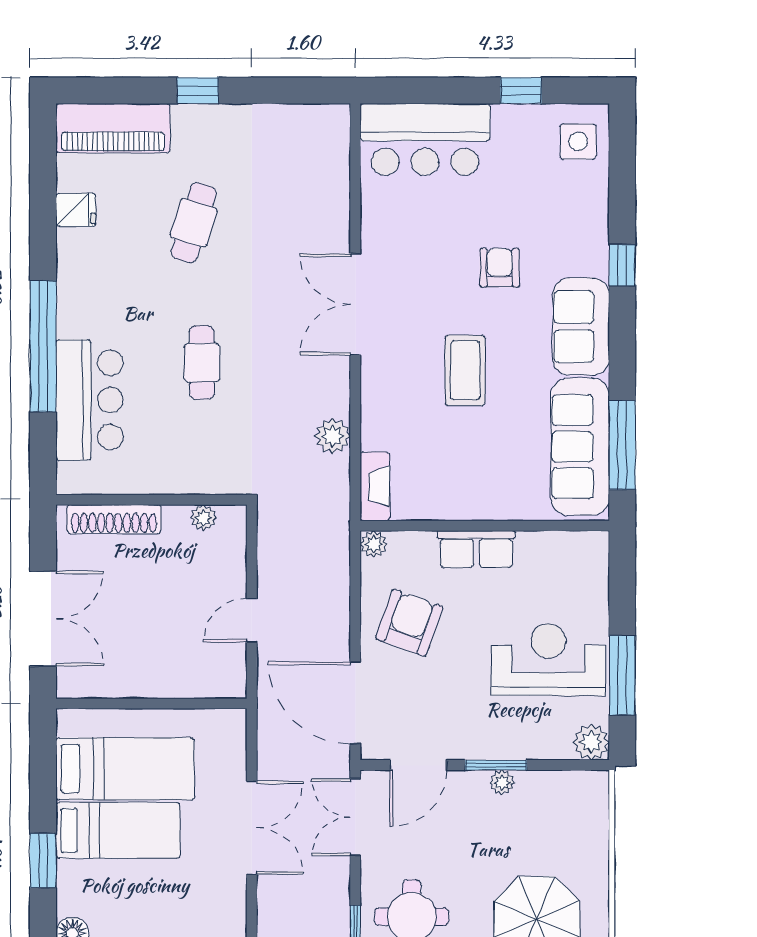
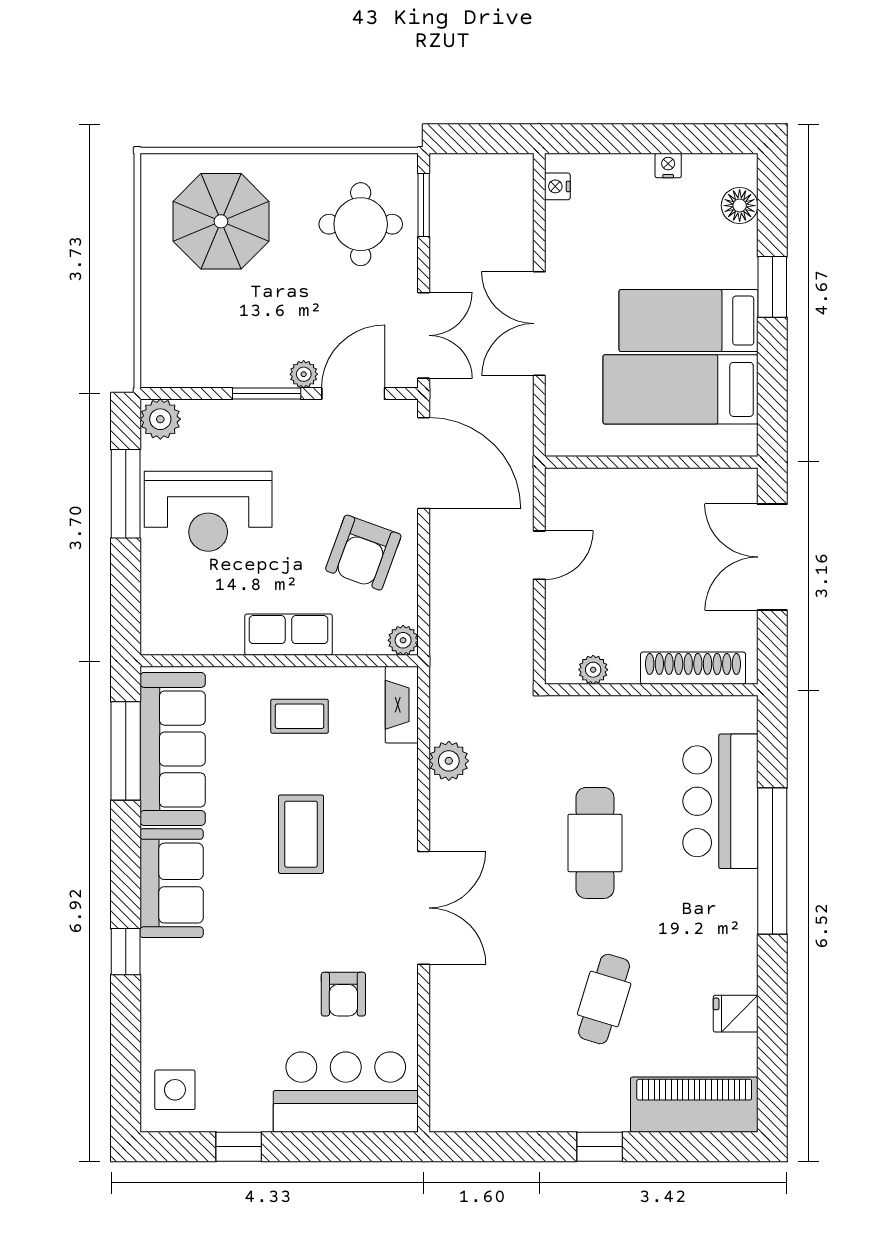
armchair: (500, 268) -> (343, 994), moved
cafe table: (202, 363) -> (595, 843), width x1.37, depth x1.35
coffee table: (466, 476) -> (300, 716), added
plant: (502, 782) -> (304, 374), moved

